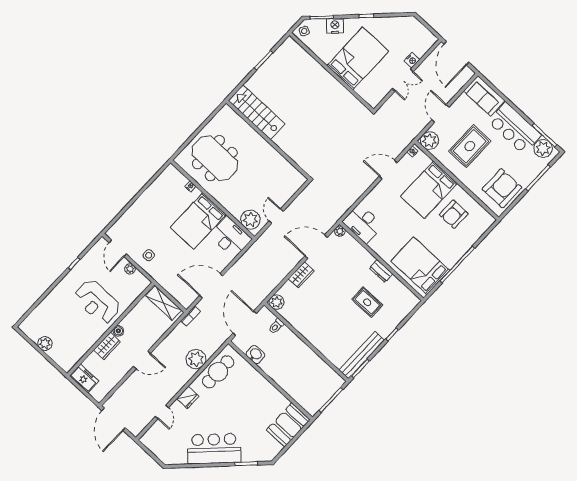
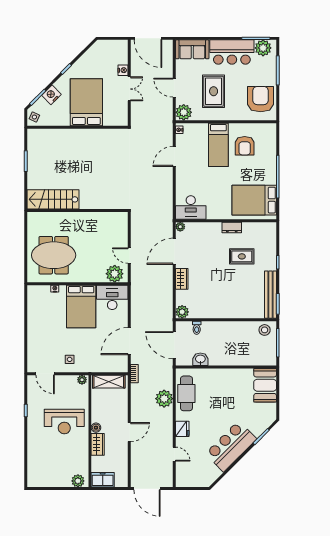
bed: (429, 190) -> (218, 145), width x0.67
plant: (130, 269) -> (82, 380), moved
plant: (45, 344) -> (78, 481), moved
stool: (330, 379) -> (265, 330), added

